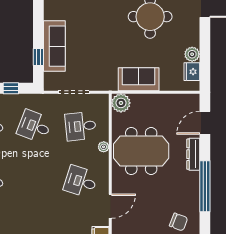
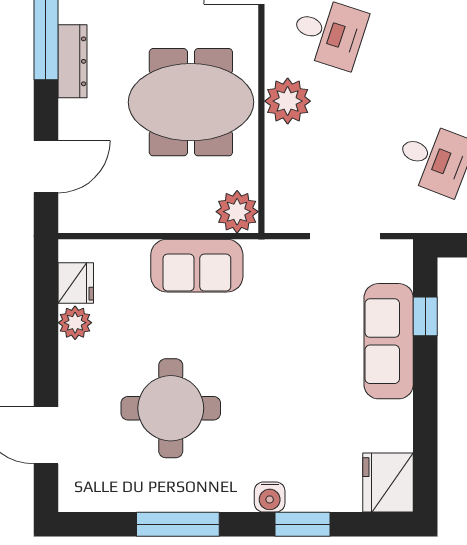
desk: (81, 126) -> (329, 159), removed
plant: (104, 147) -> (288, 101), width x1.88, depth x1.88
dresser: (193, 154) -> (72, 61), moved

